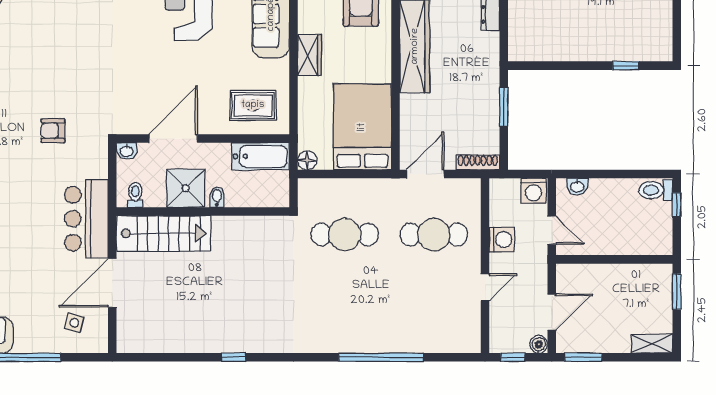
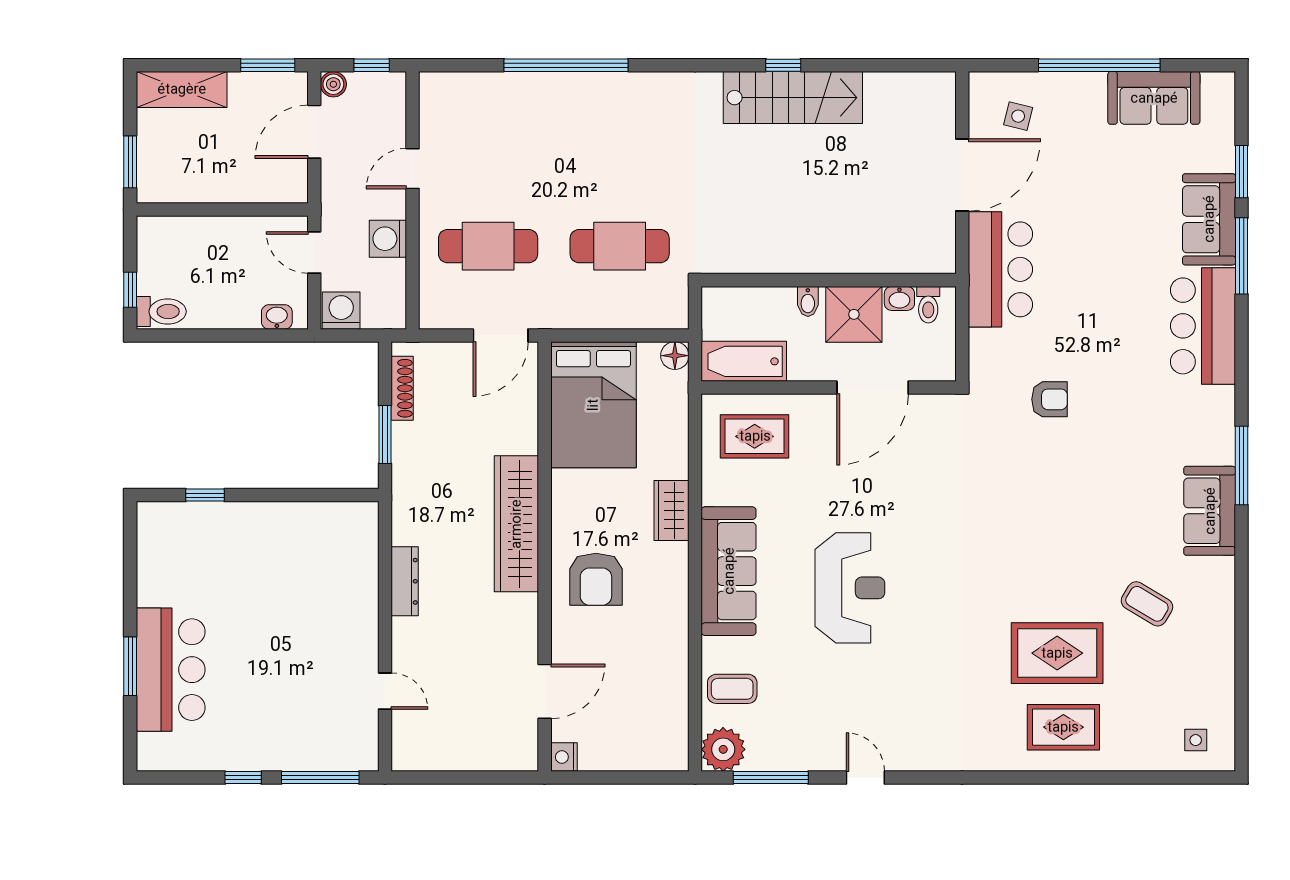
washbasin: (127, 151) -> (899, 298), moved, turned 180
shoe rack: (478, 162) -> (402, 388), moved, turned -90
stairs: (164, 233) -> (793, 98), moved, turned 180
shelving: (652, 344) -> (182, 89), width x1.50, depth x1.33

